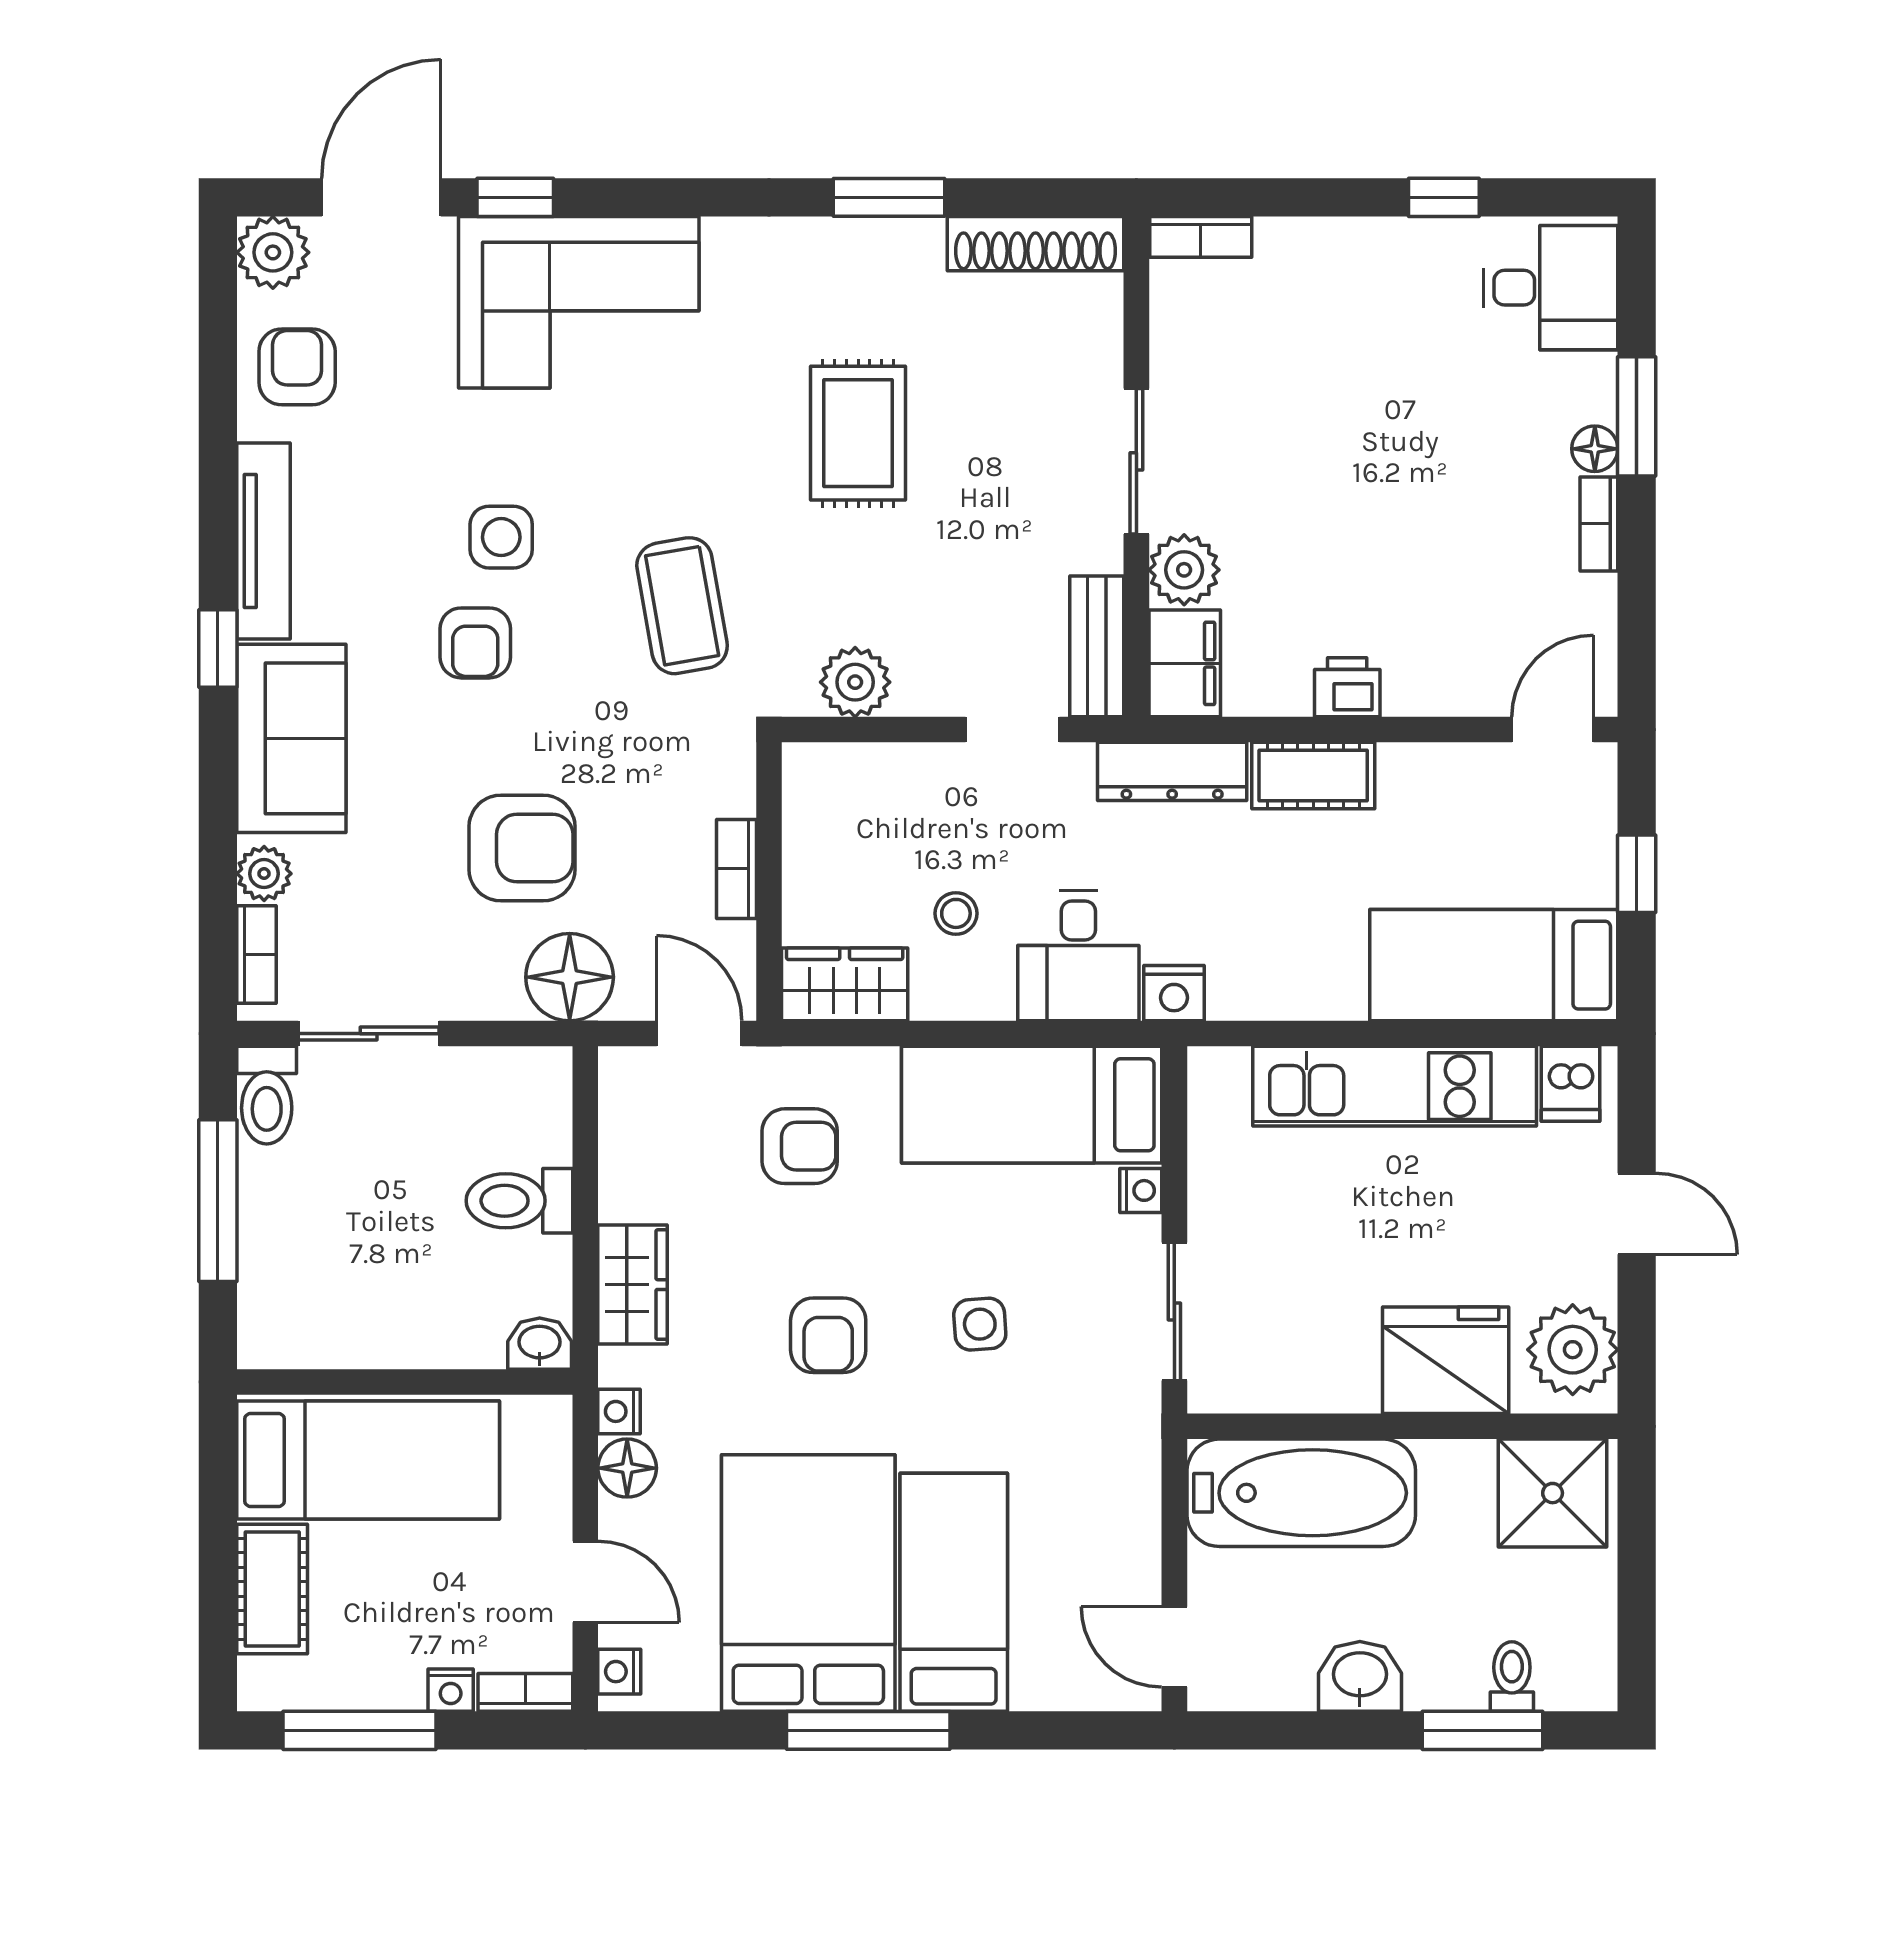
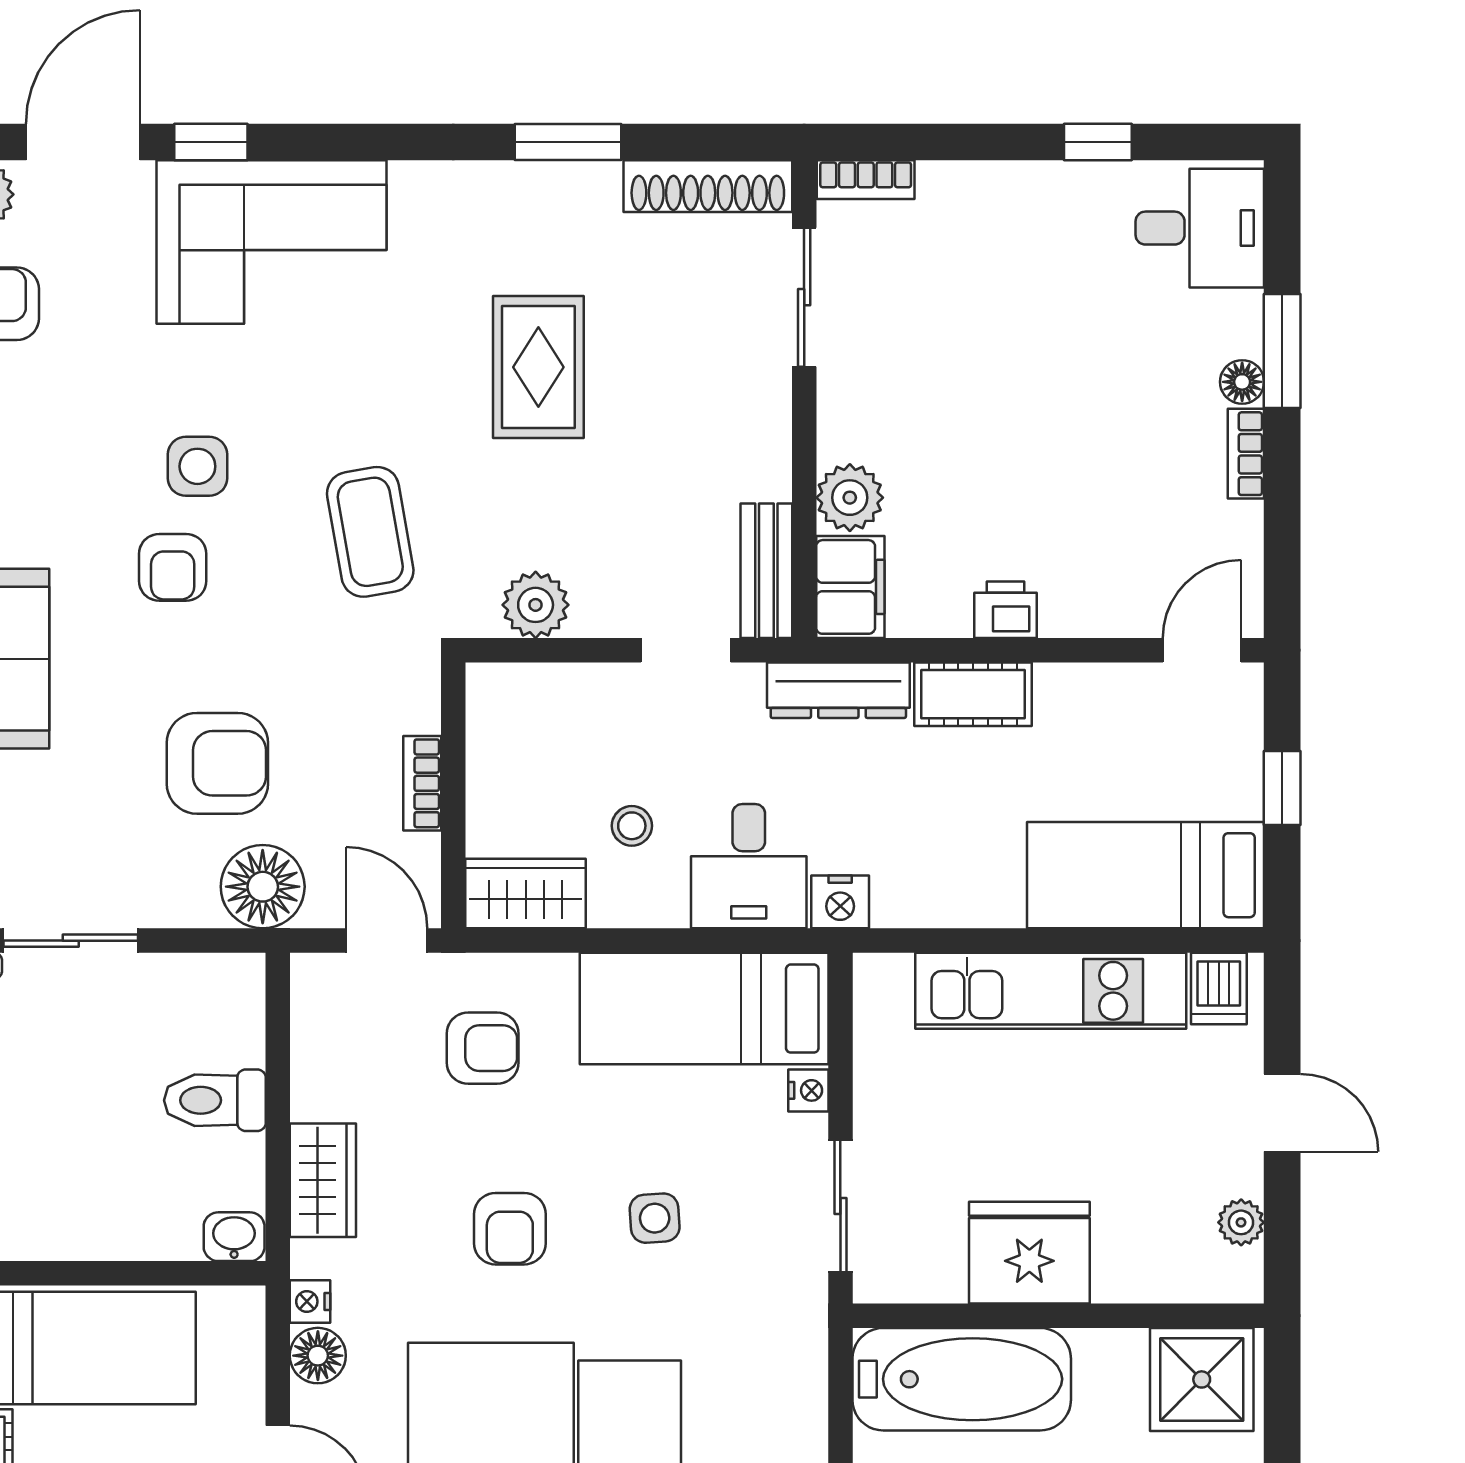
sliding door: (1136, 461) -> (804, 297), moved
plant: (1573, 1350) -> (1241, 1222), width x0.53, depth x0.53
fridge: (1446, 1360) -> (1029, 1253), moved

